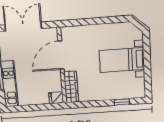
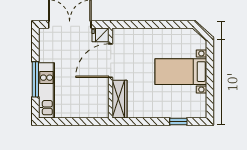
fridge: (56, 98) -> (101, 35), moved

